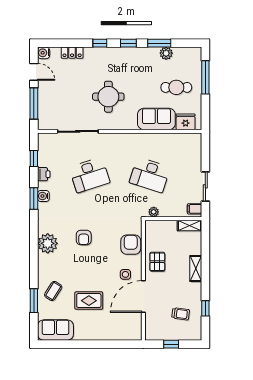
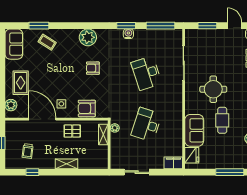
door: (34, 72) -> (235, 26), swing flipped
cafe table: (176, 87) -> (222, 120), moved
window: (34, 104) -> (207, 26), width x0.69
window: (34, 158) -> (160, 26), width x2.17
printer: (44, 174) -> (147, 34), removed
filing cabinet: (194, 209) -> (173, 163), moved, width x2.00
shelving: (189, 225) -> (103, 134), moved
armchair: (131, 245) -> (87, 108), turned 180
rug: (89, 301) -> (21, 83), moved
plant: (127, 333) -> (11, 105), added

